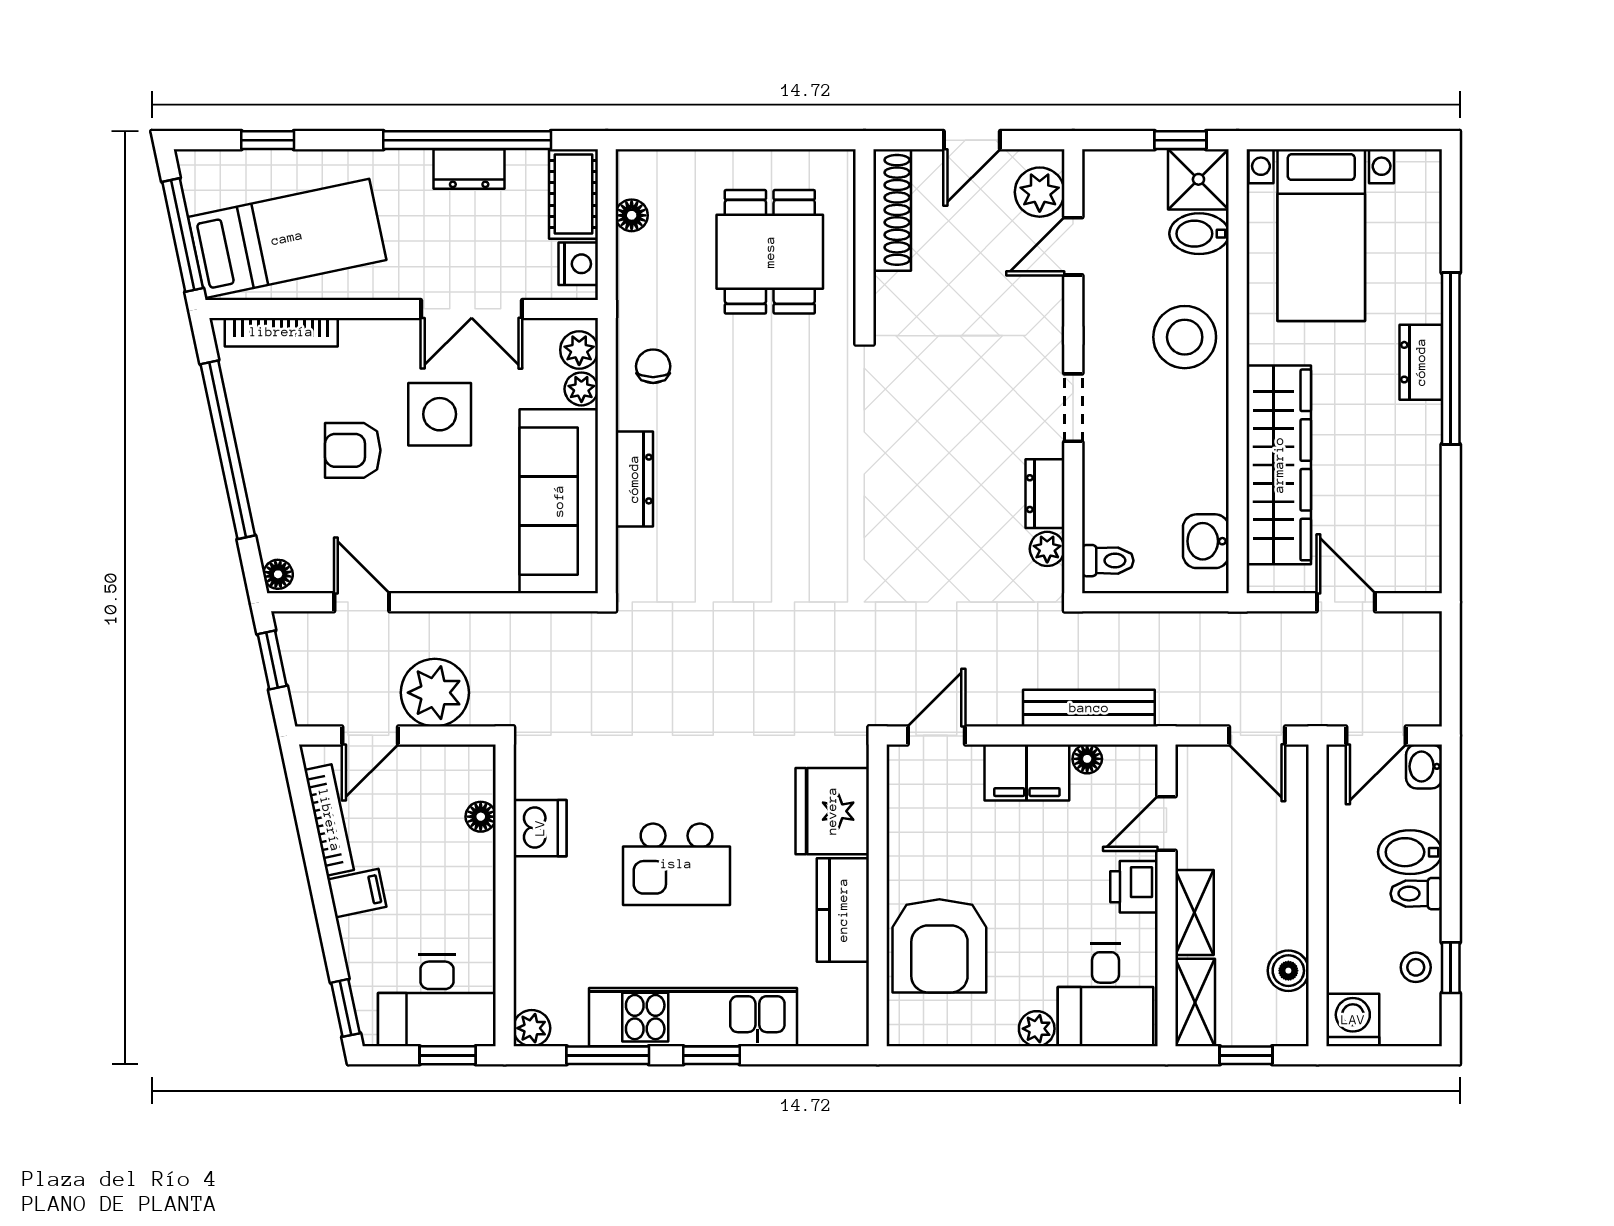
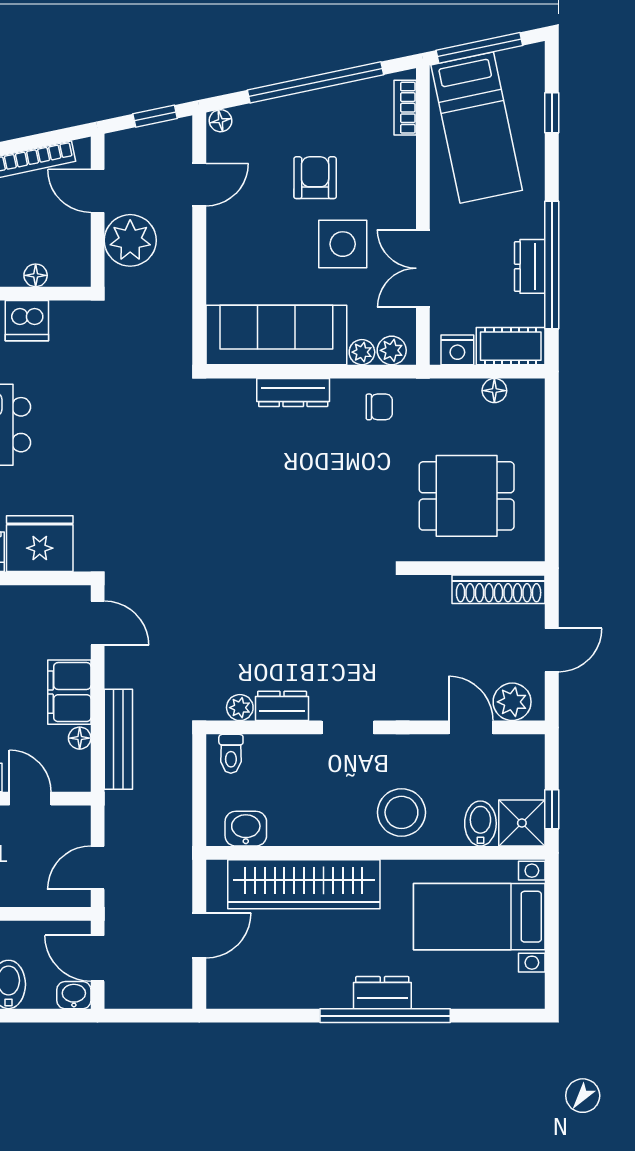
door: (972, 140) -> (552, 650), swing flipped
bookcase: (281, 332) -> (405, 108), width x0.64

